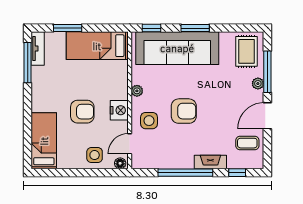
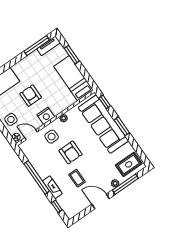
armchair: (82, 112) -> (31, 96), turned 180
coffee table: (247, 143) -> (77, 178), moved

